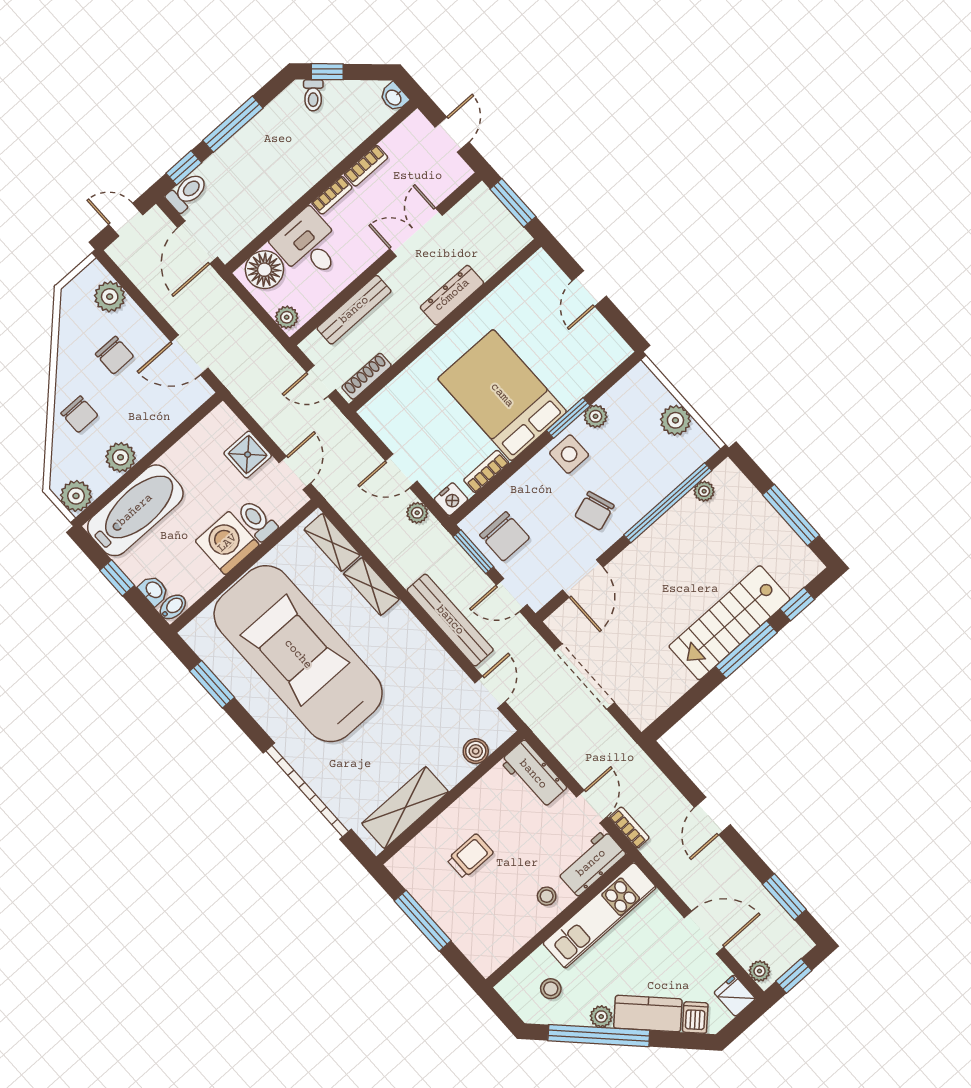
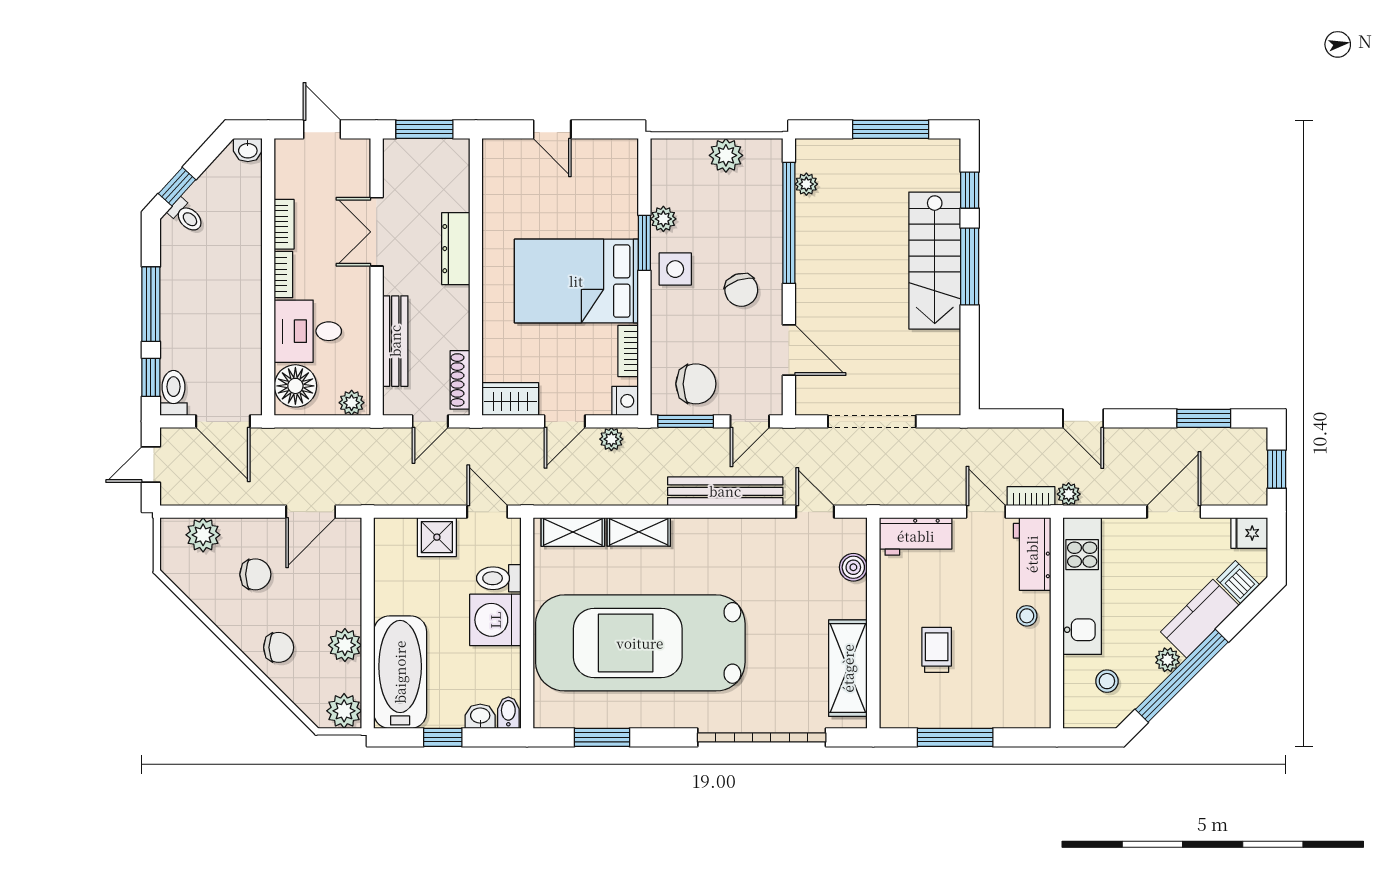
wardrobe: (384, 421) -> (510, 399), added
plant: (760, 971) -> (1069, 494), moved

